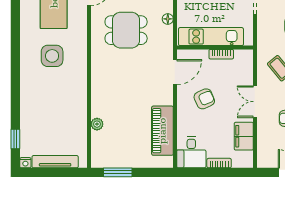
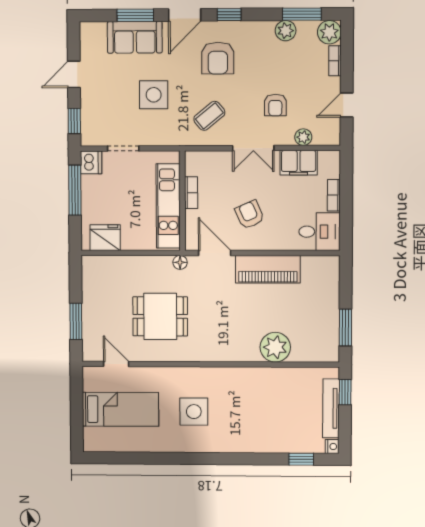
floor lamp: (168, 19) -> (180, 262), moved
dining table: (126, 30) -> (160, 316), turned 90
plant: (97, 124) -> (275, 347), width x1.88, depth x1.88
piano: (162, 131) -> (268, 269), moved
plant: (263, 140) -> (303, 137), added
window: (68, 172) -> (345, 392), added

